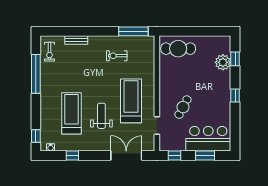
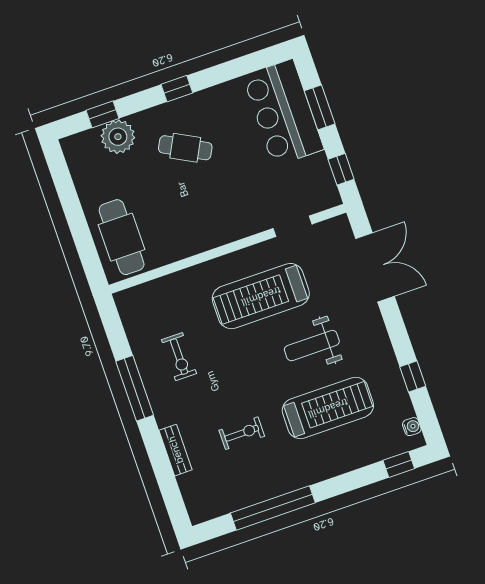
window: (133, 31) -> (135, 388), moved
exercise bike: (49, 52) -> (242, 433), moved
cafe table: (183, 107) -> (185, 148), moved
treadmill: (72, 113) -> (328, 408), turned 180
double door: (126, 156) -> (375, 267), swing flipped

